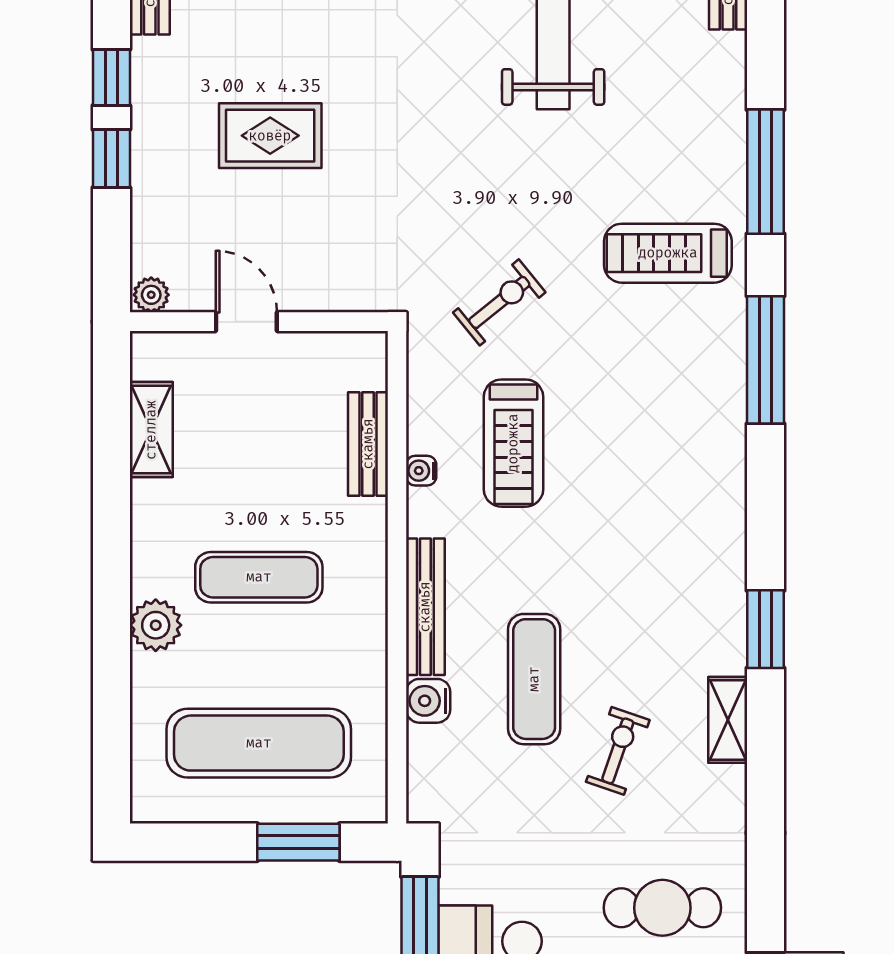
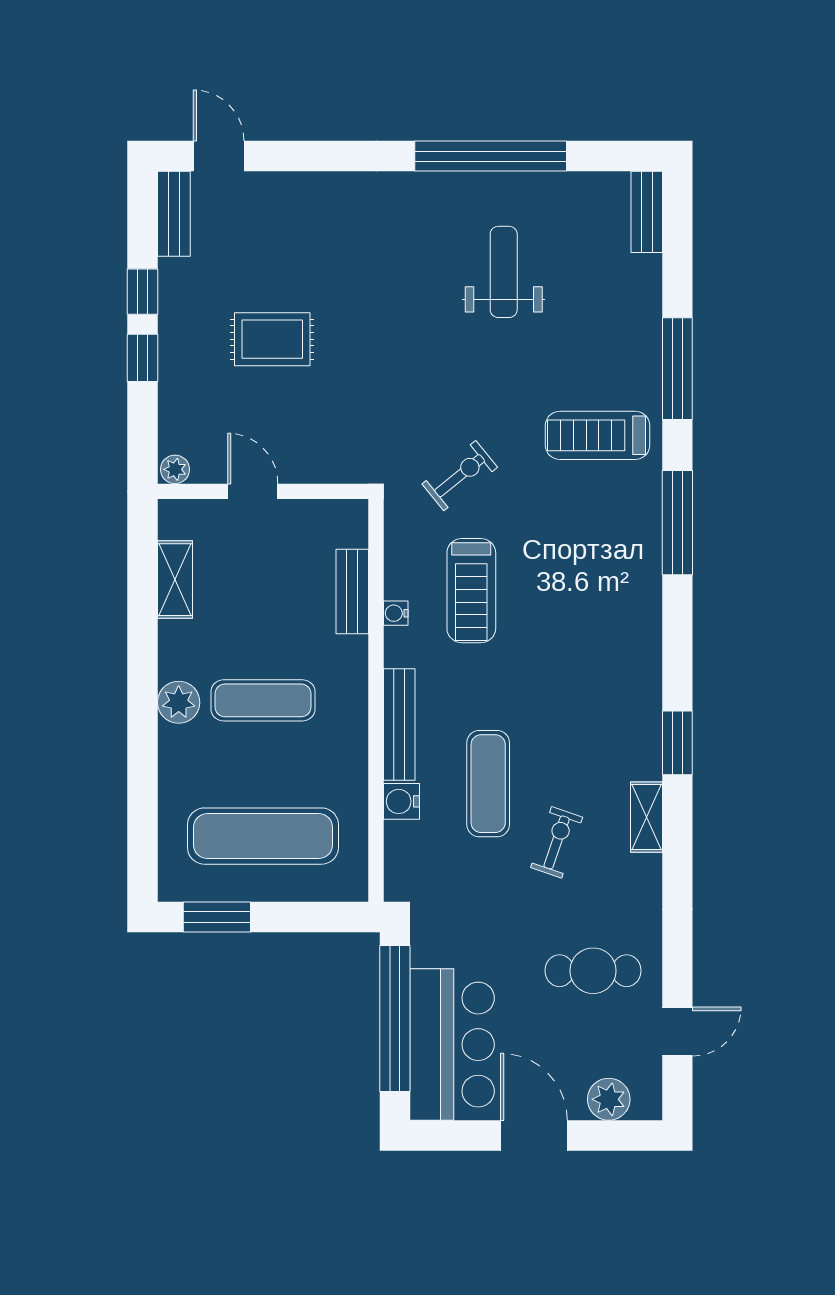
plant: (156, 625) -> (179, 702), moved
window: (298, 842) -> (217, 917), moved

